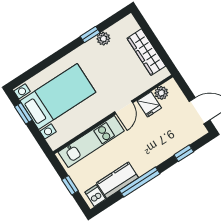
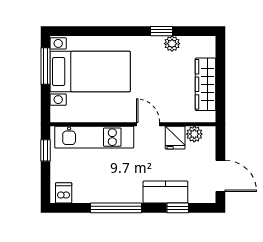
door: (124, 107) -> (148, 124), swing flipped
window: (23, 113) -> (45, 66), width x1.50
kitchen counter: (118, 180) -> (165, 192), moved
window: (70, 185) -> (45, 150), moved

